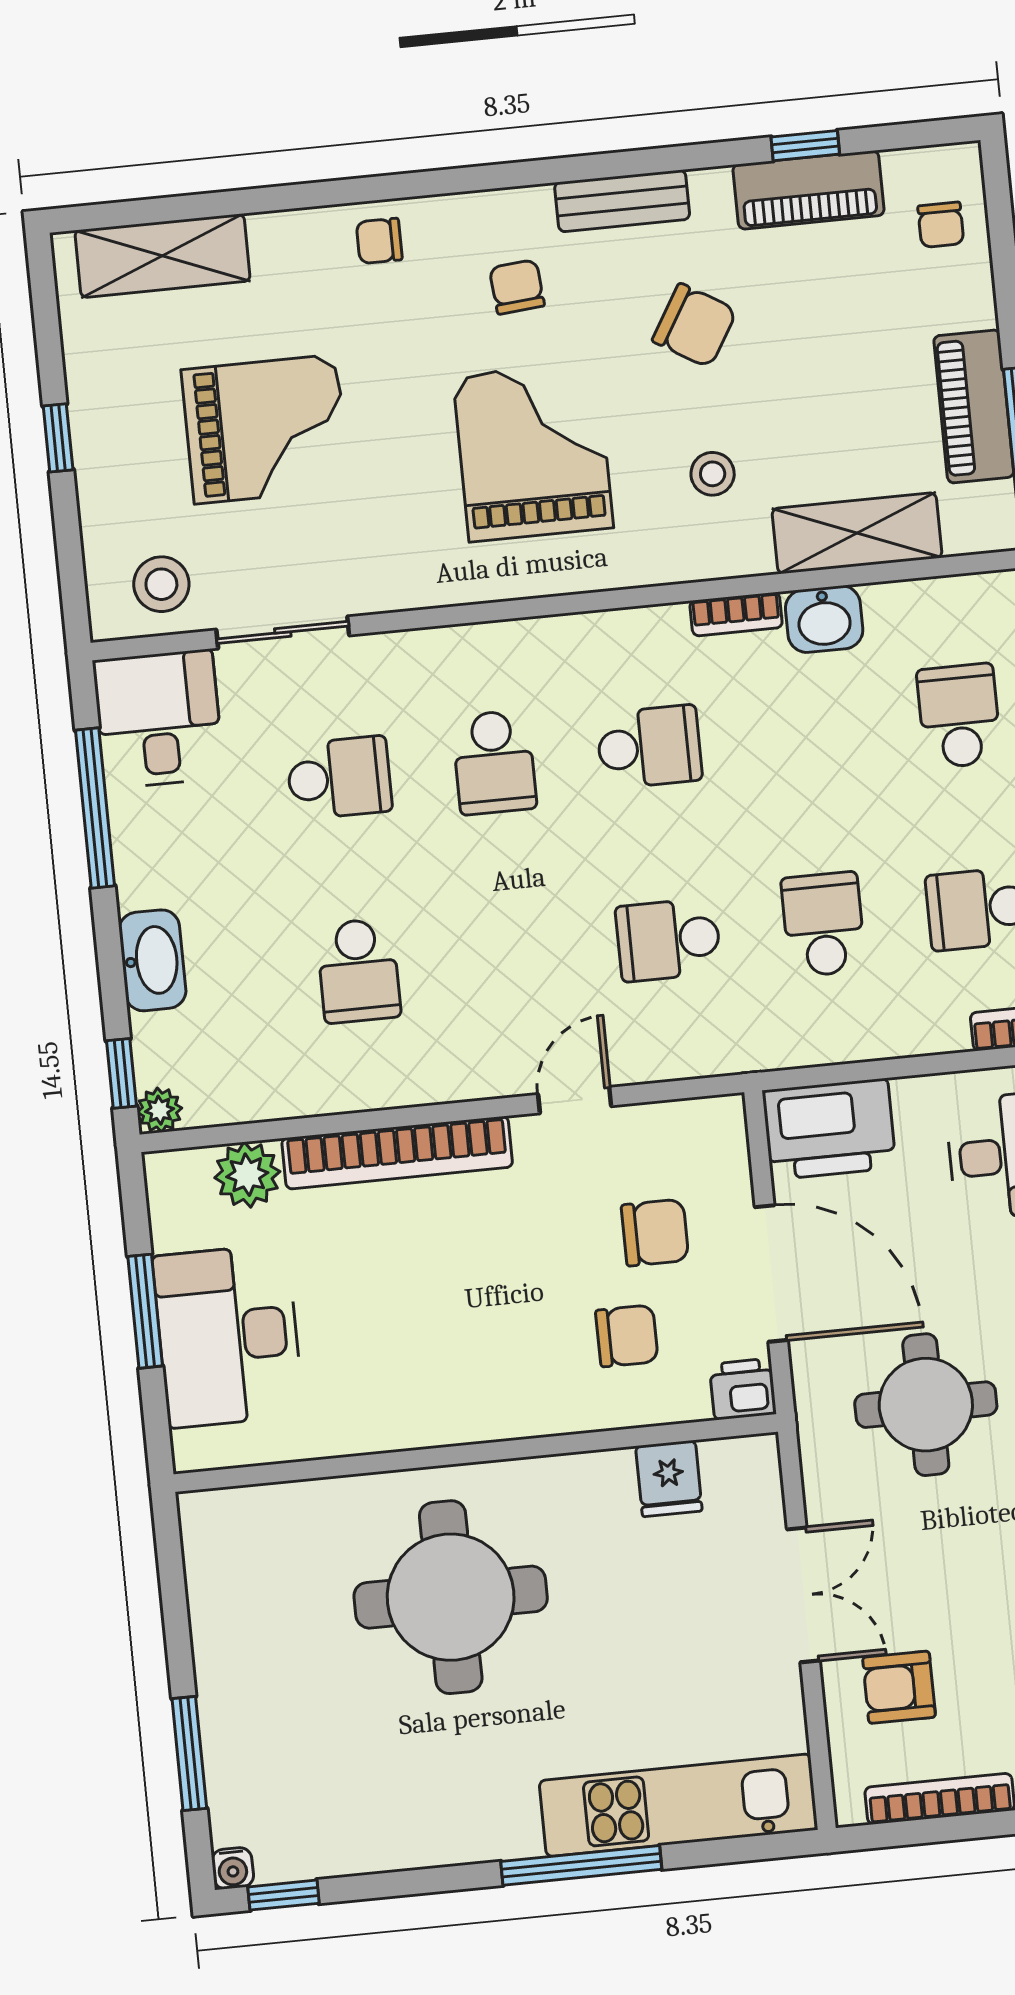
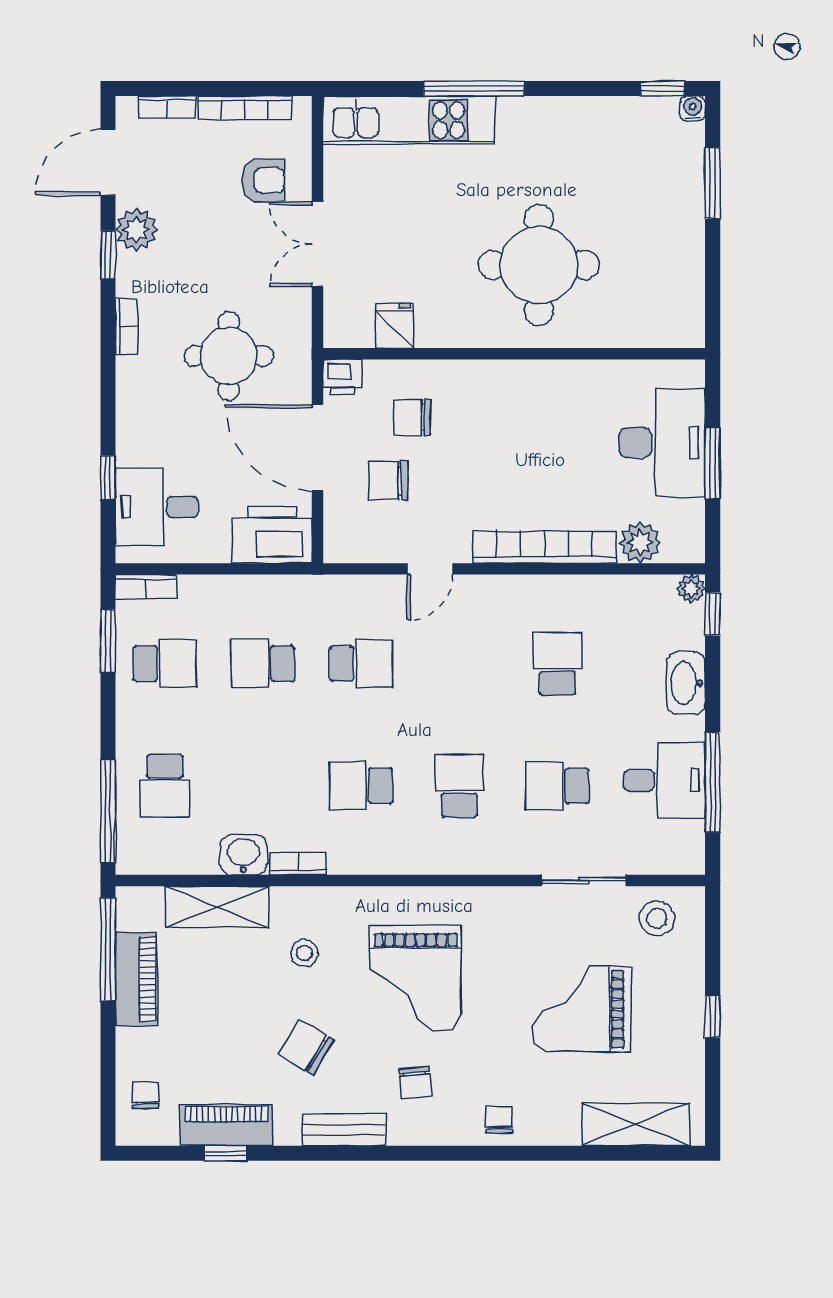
chair: (379, 241) -> (499, 1120), turned -90
desk: (158, 719) -> (664, 780), moved, turned -90
school desk: (823, 924) -> (263, 664), turned 90

